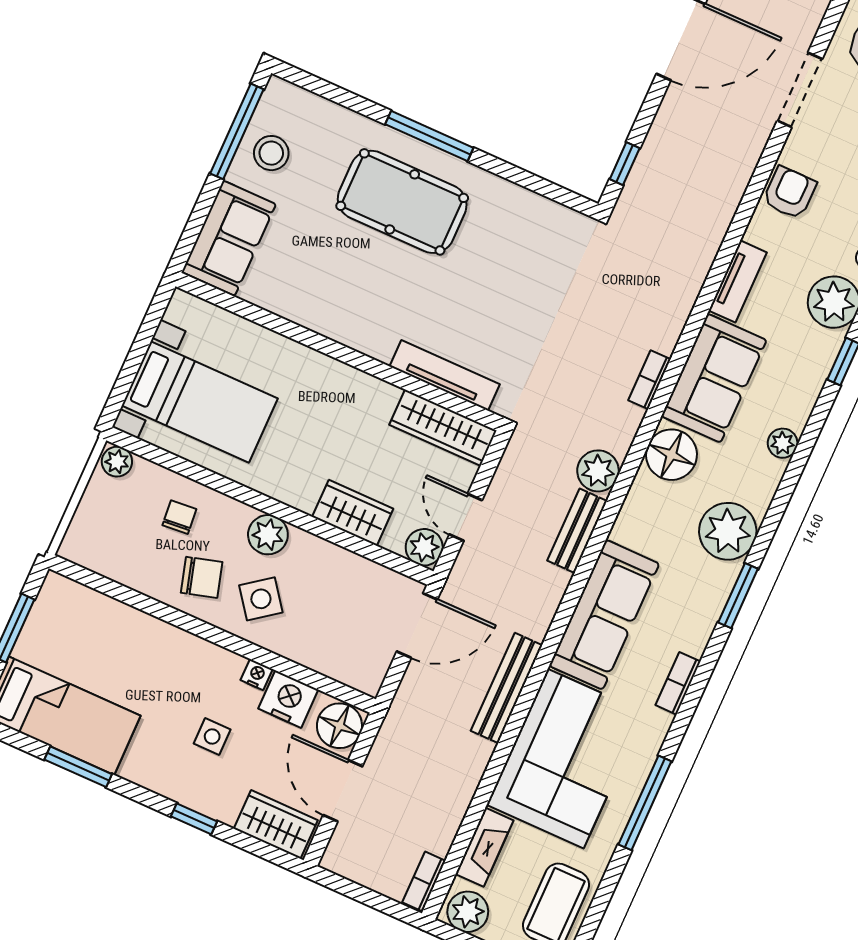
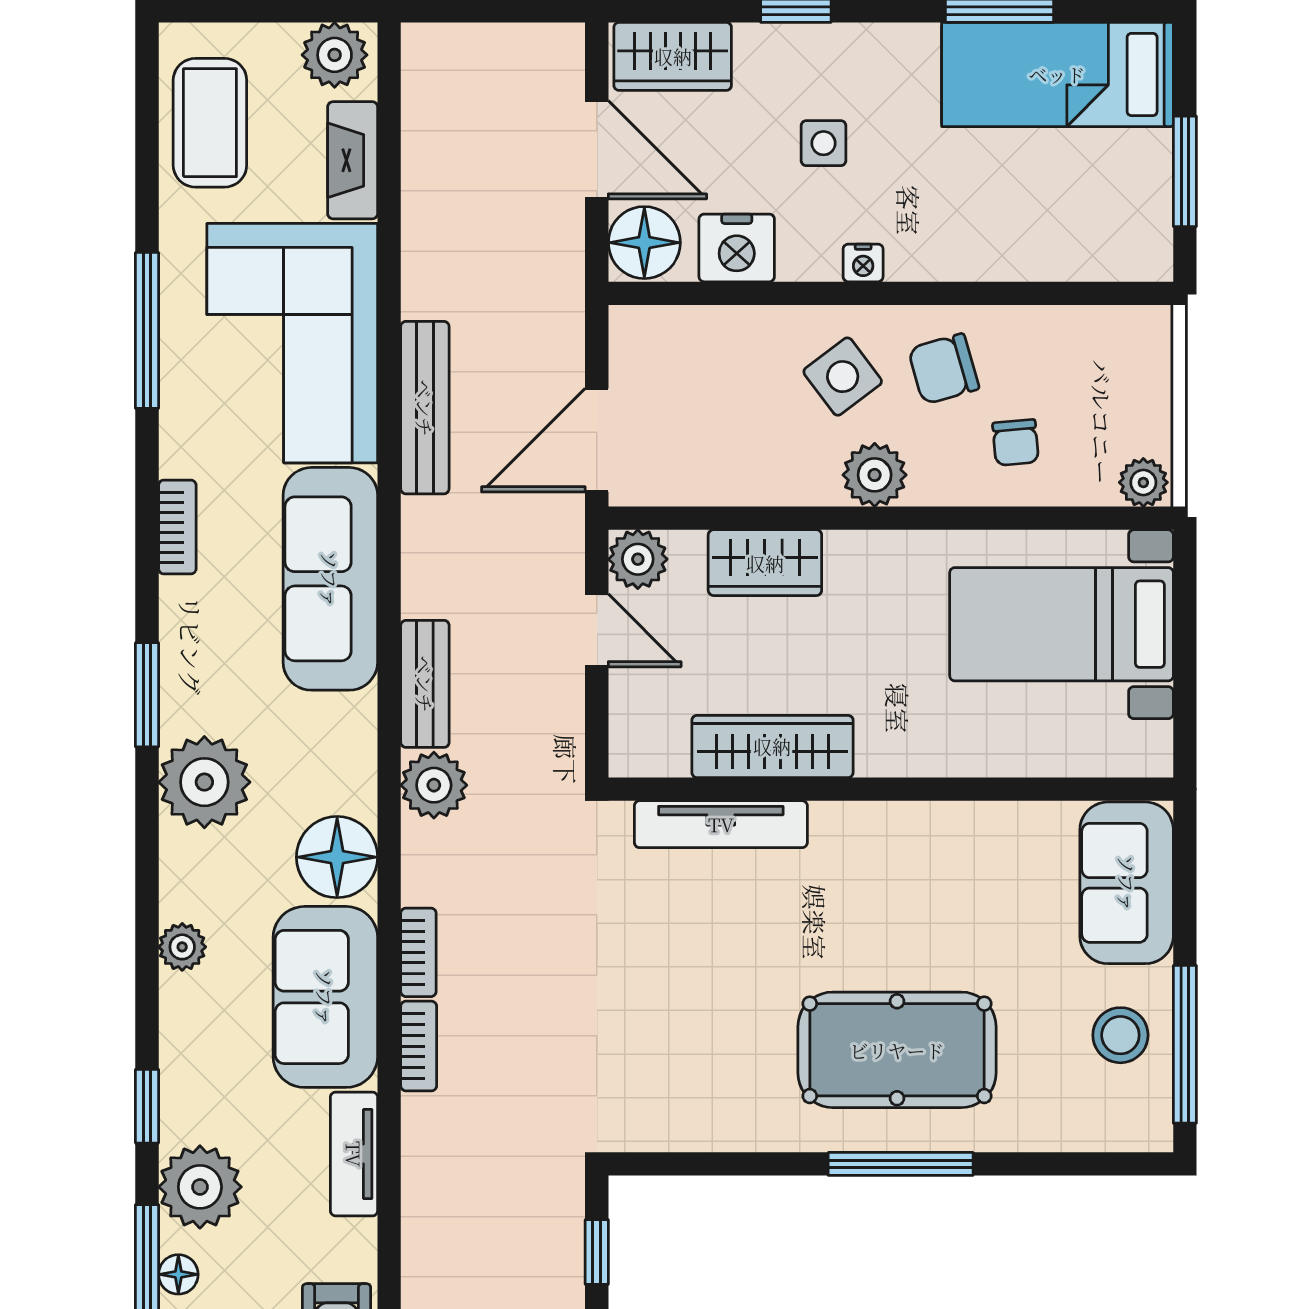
wardrobe: (443, 428) -> (772, 746), moved
nightstand: (257, 675) -> (863, 263), moved
bookcase: (424, 882) -> (419, 1046), moved

